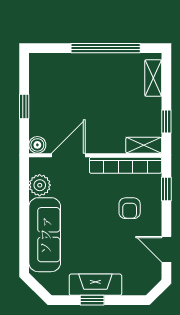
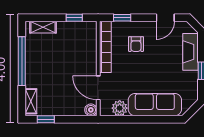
window: (24, 106) -> (46, 119), moved
shelving: (144, 145) -> (31, 101), moved
armchair: (130, 208) -> (136, 44), turned 90
fireplace: (95, 285) -> (191, 52), moved

